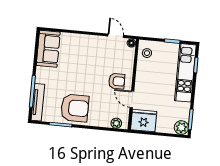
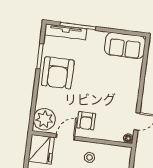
stool: (147, 53) -> (89, 157), moved
plant: (116, 123) -> (44, 119), width x1.87, depth x1.87

